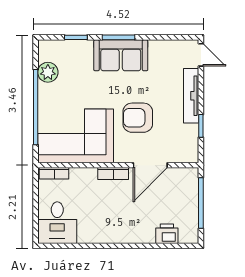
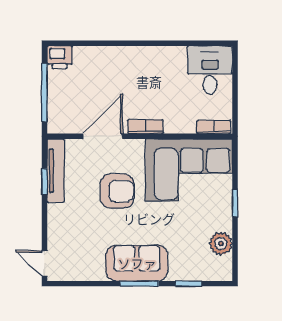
tv unit: (191, 96) -> (56, 171), moved
window: (36, 107) -> (235, 203), width x0.32
printer: (167, 234) -> (60, 57), moved

